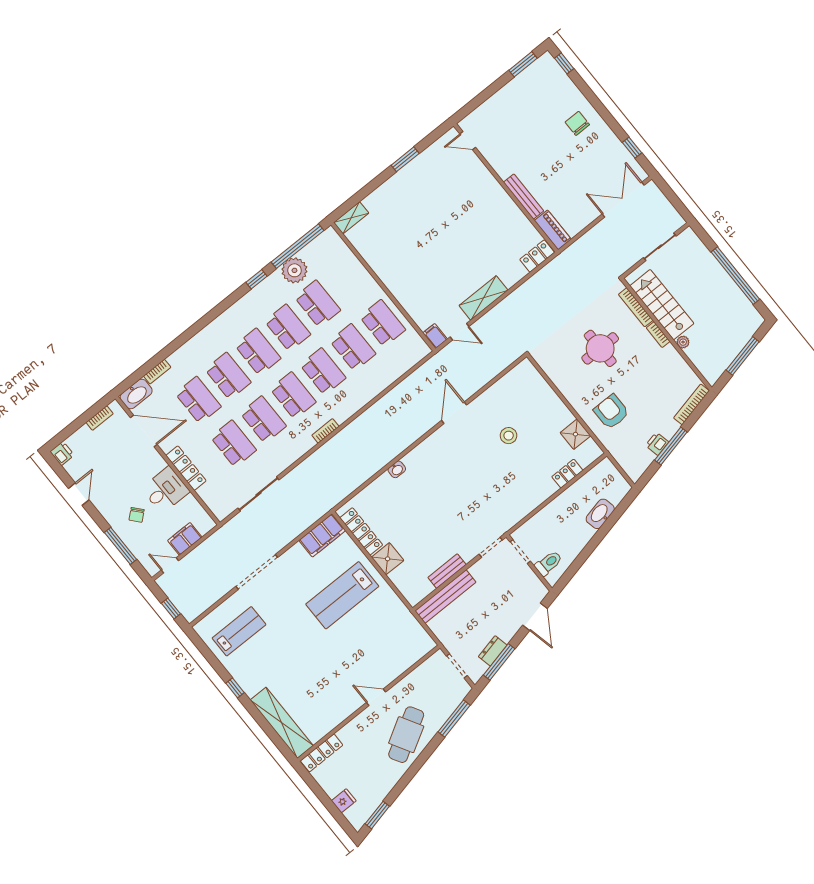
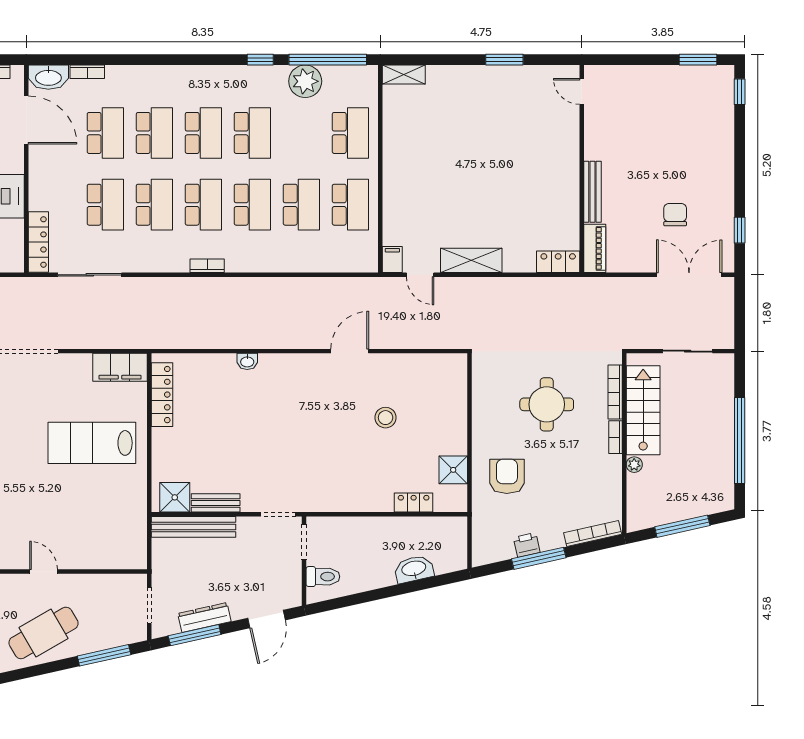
chair: (577, 123) -> (675, 215), moved
school desk: (318, 304) -> (350, 133), moved
locker: (186, 468) -> (38, 242), moved
shower: (388, 559) -> (175, 497), moved
dresser: (493, 651) -> (204, 617), width x1.44

